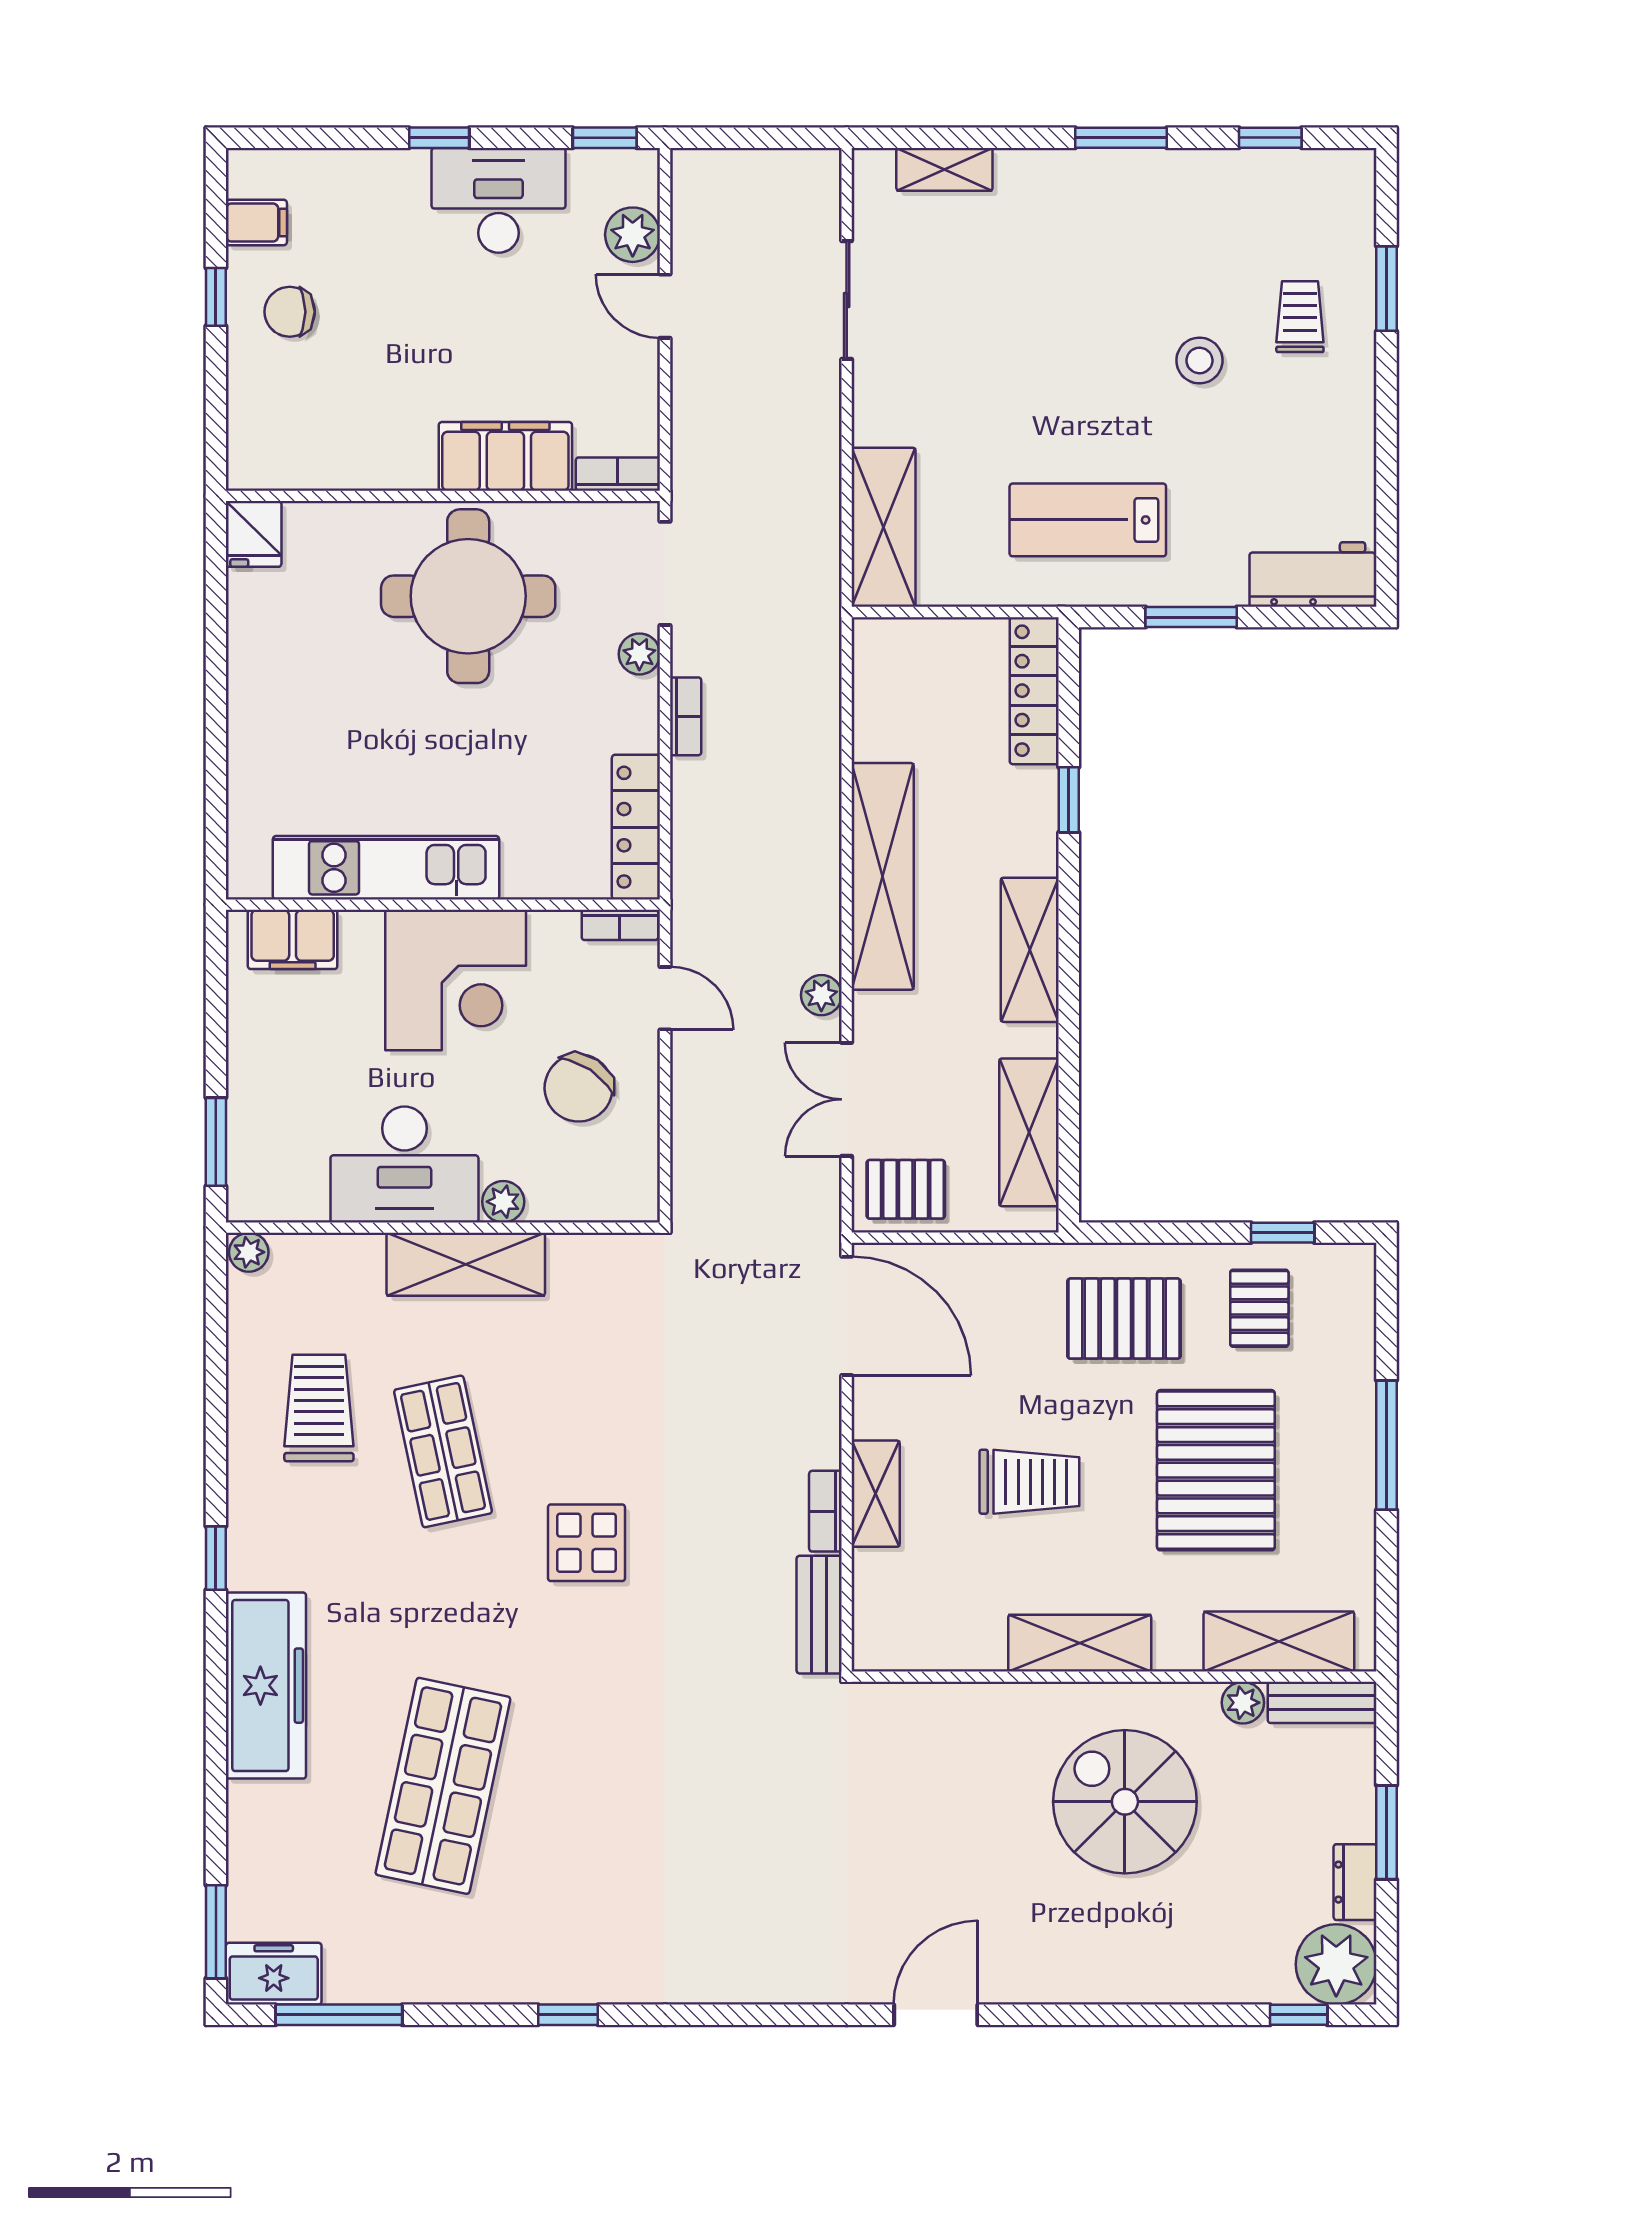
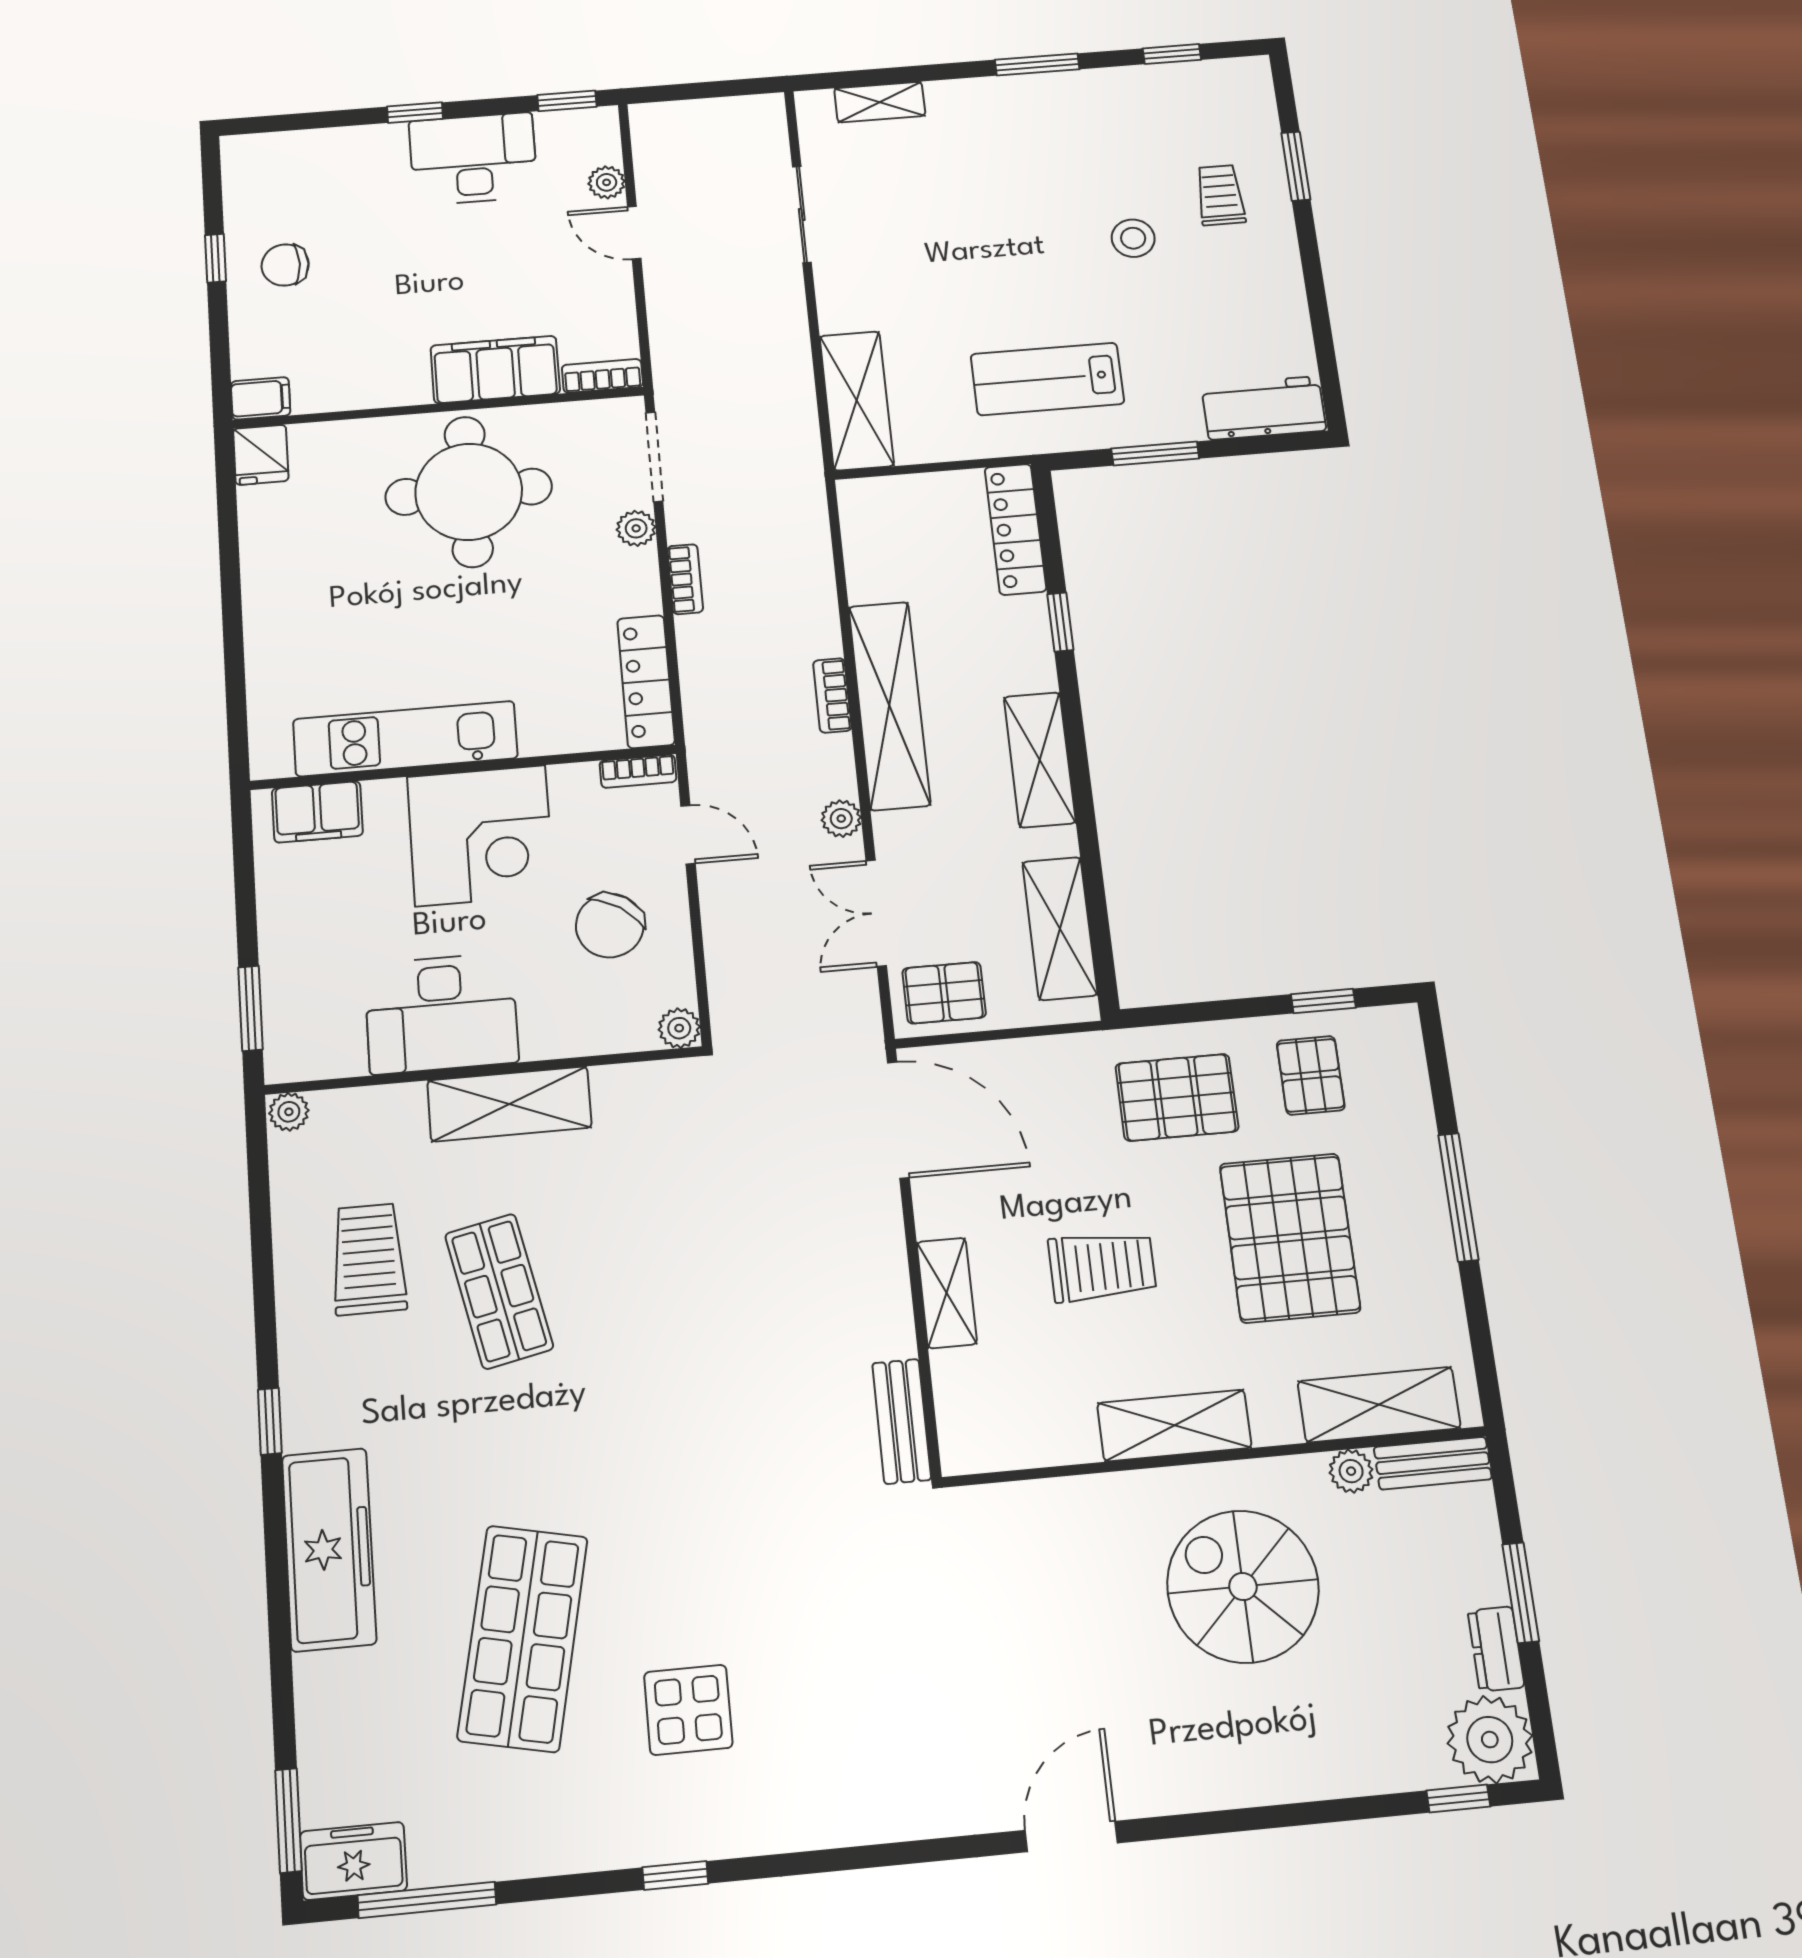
filing cabinet: (256, 222) -> (261, 398), moved
plant: (633, 235) -> (607, 182), width x0.73, depth x0.73
plant: (503, 1202) -> (679, 1028), moved
bookcase: (825, 1511) -> (832, 695), moved
display table: (586, 1543) -> (688, 1710), moved

